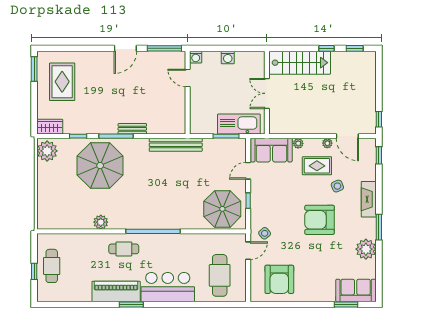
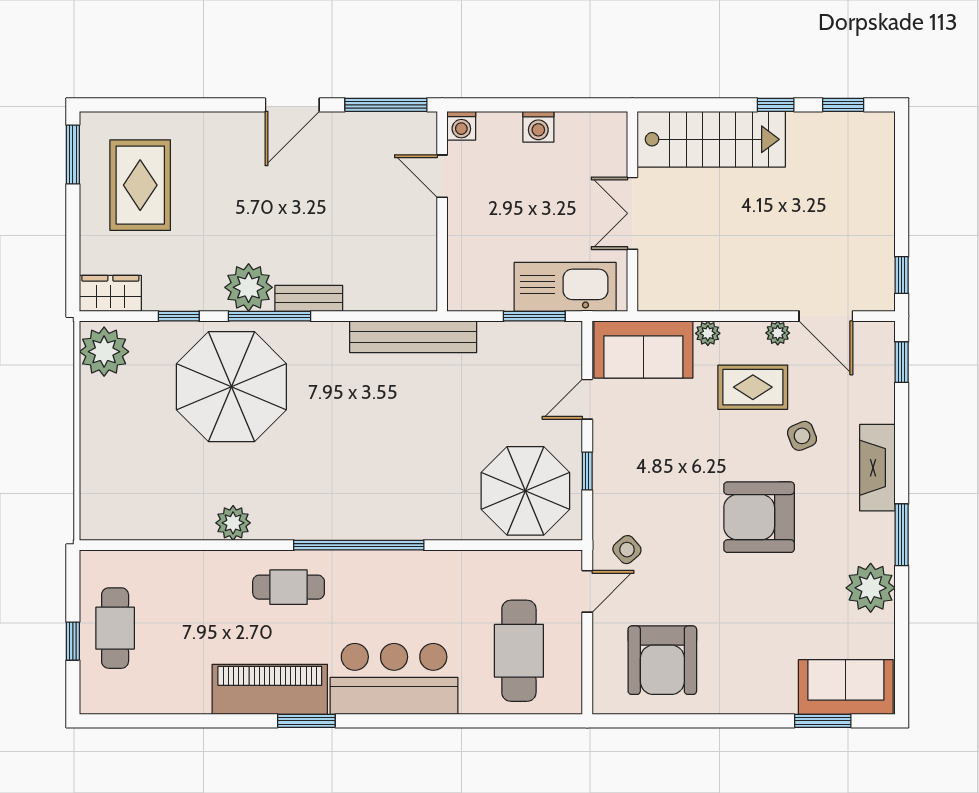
plant: (107, 124) -> (249, 287), added

